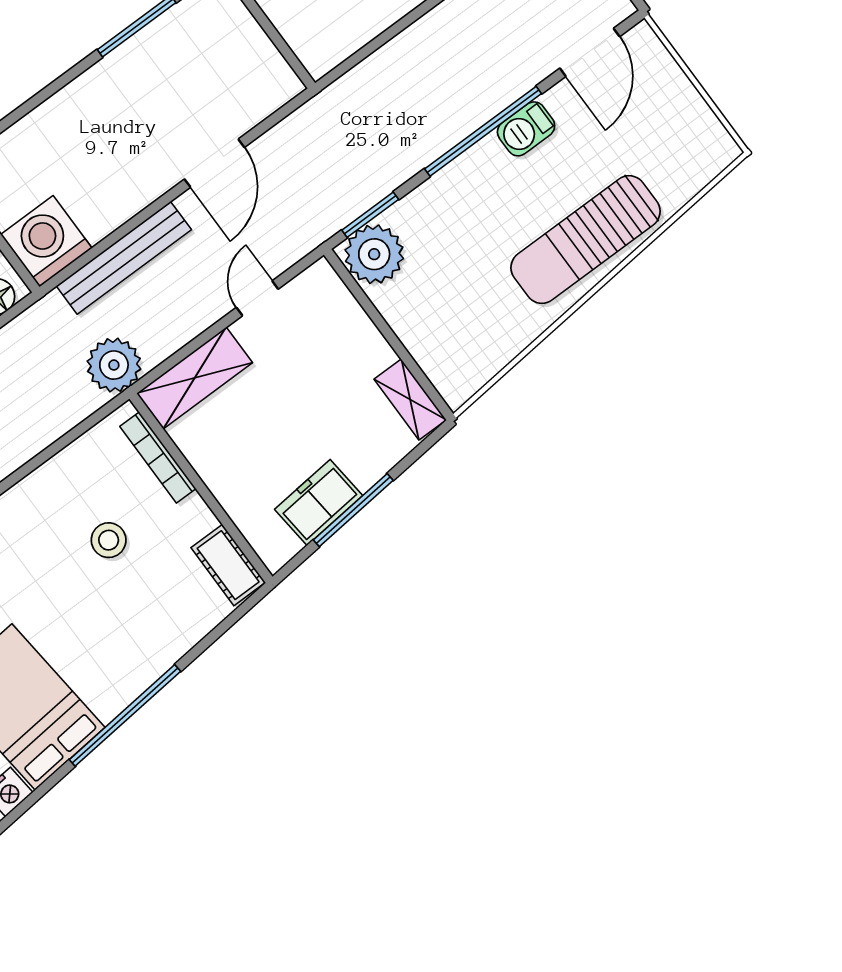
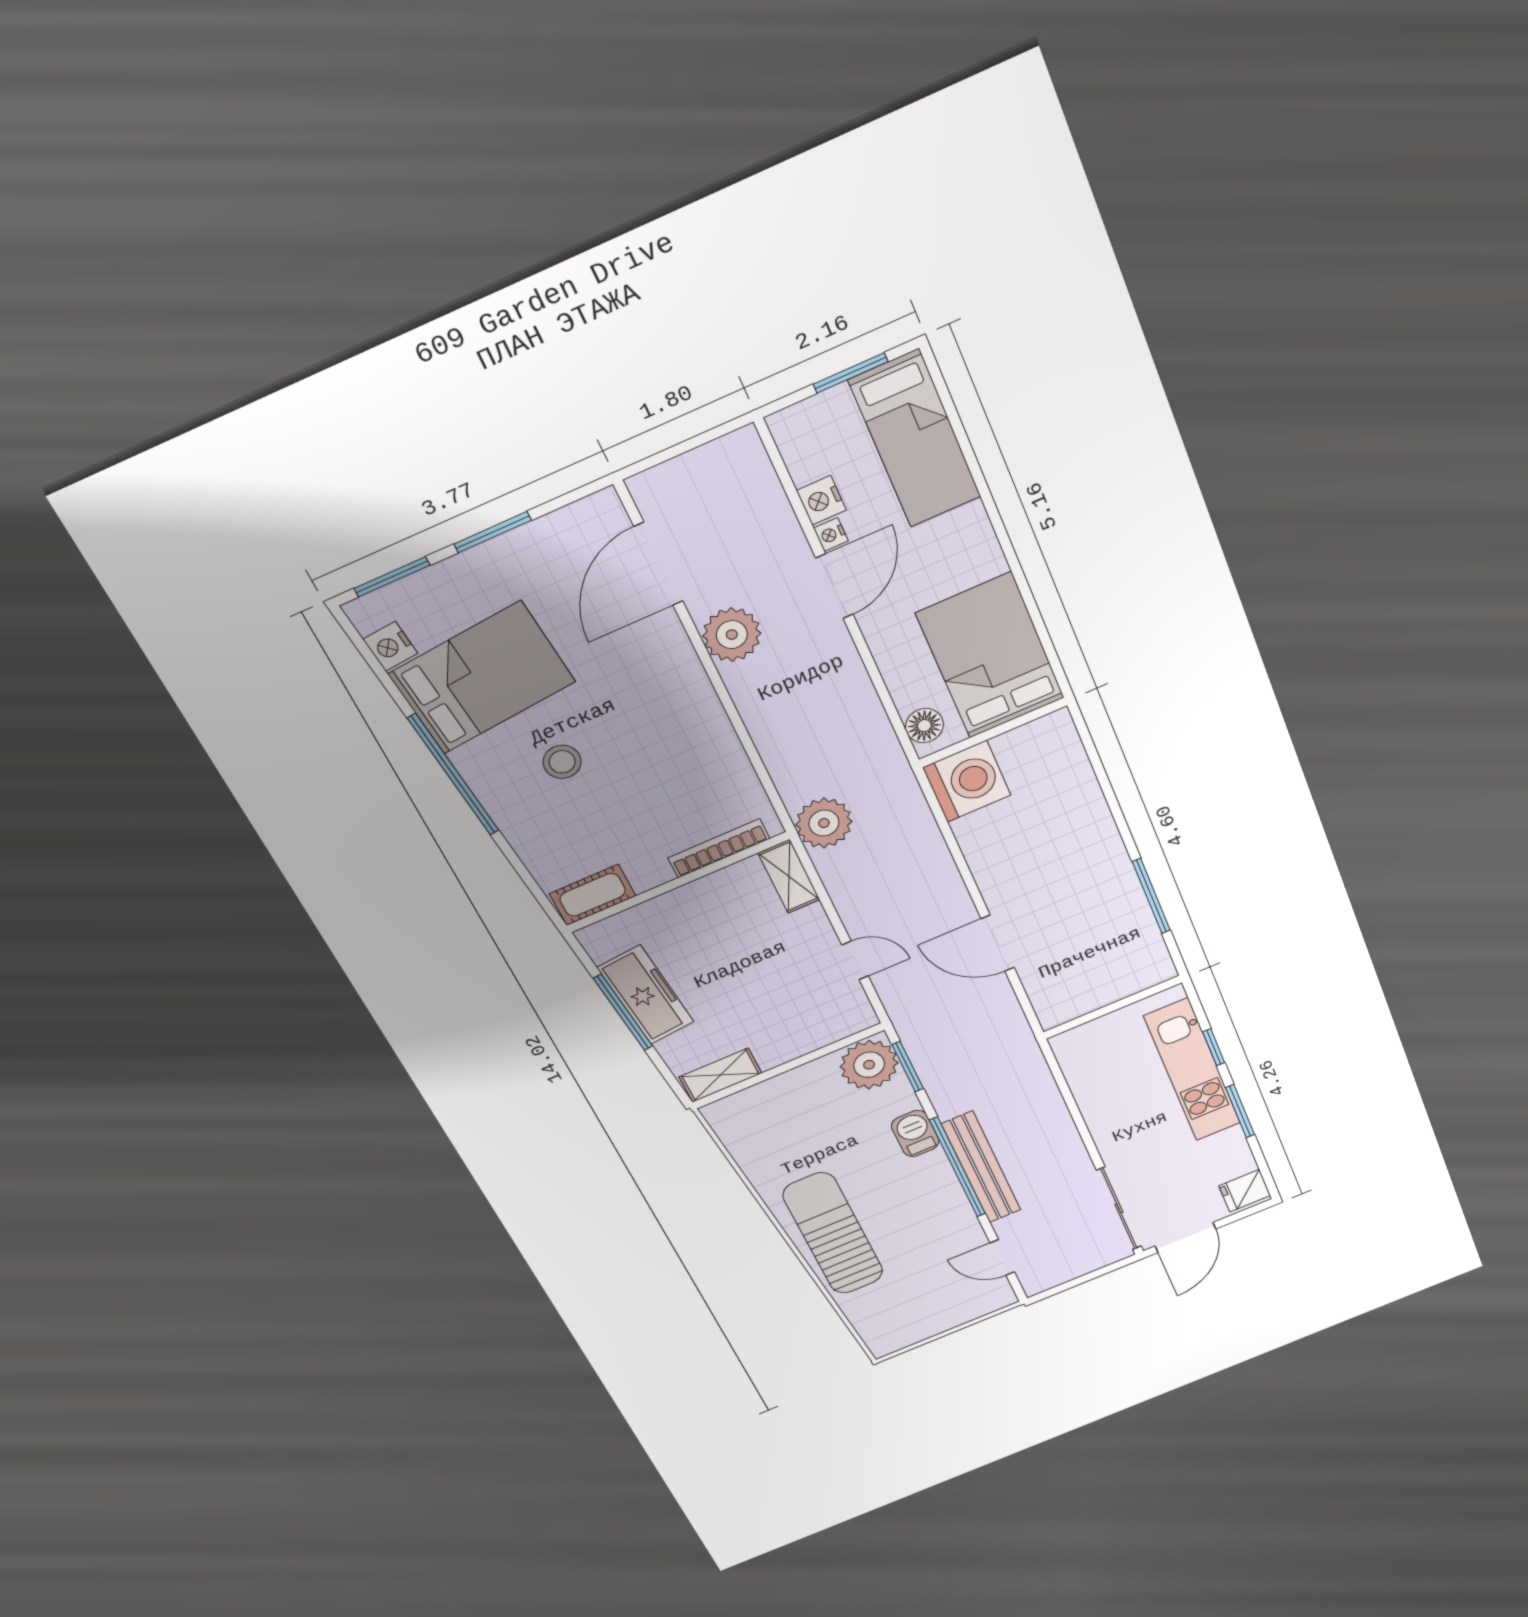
door: (590, 52) -> (1002, 1257), width x0.73
barbecue: (526, 129) -> (915, 1134), moved
bench: (124, 258) -> (981, 1167), moved
shelving: (195, 378) -> (789, 876), width x0.67, depth x0.75
freezer: (319, 502) -> (646, 995), width x1.40
stool: (109, 540) -> (562, 762), moved

